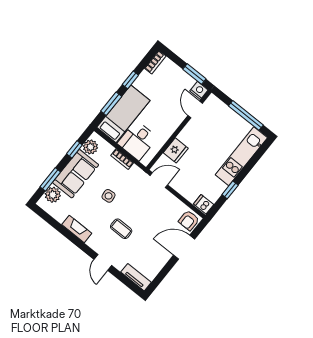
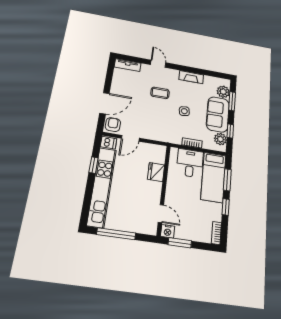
kitchen unit: (241, 156) -> (102, 187), width x1.36
door: (159, 180) -> (130, 138), moved

